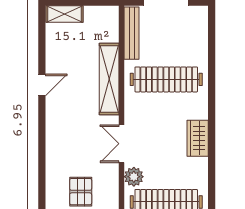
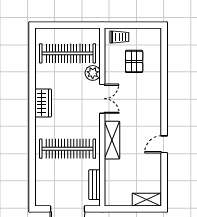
bench: (132, 33) -> (94, 185), width x0.73
shelving: (109, 79) -> (112, 140), width x0.68

